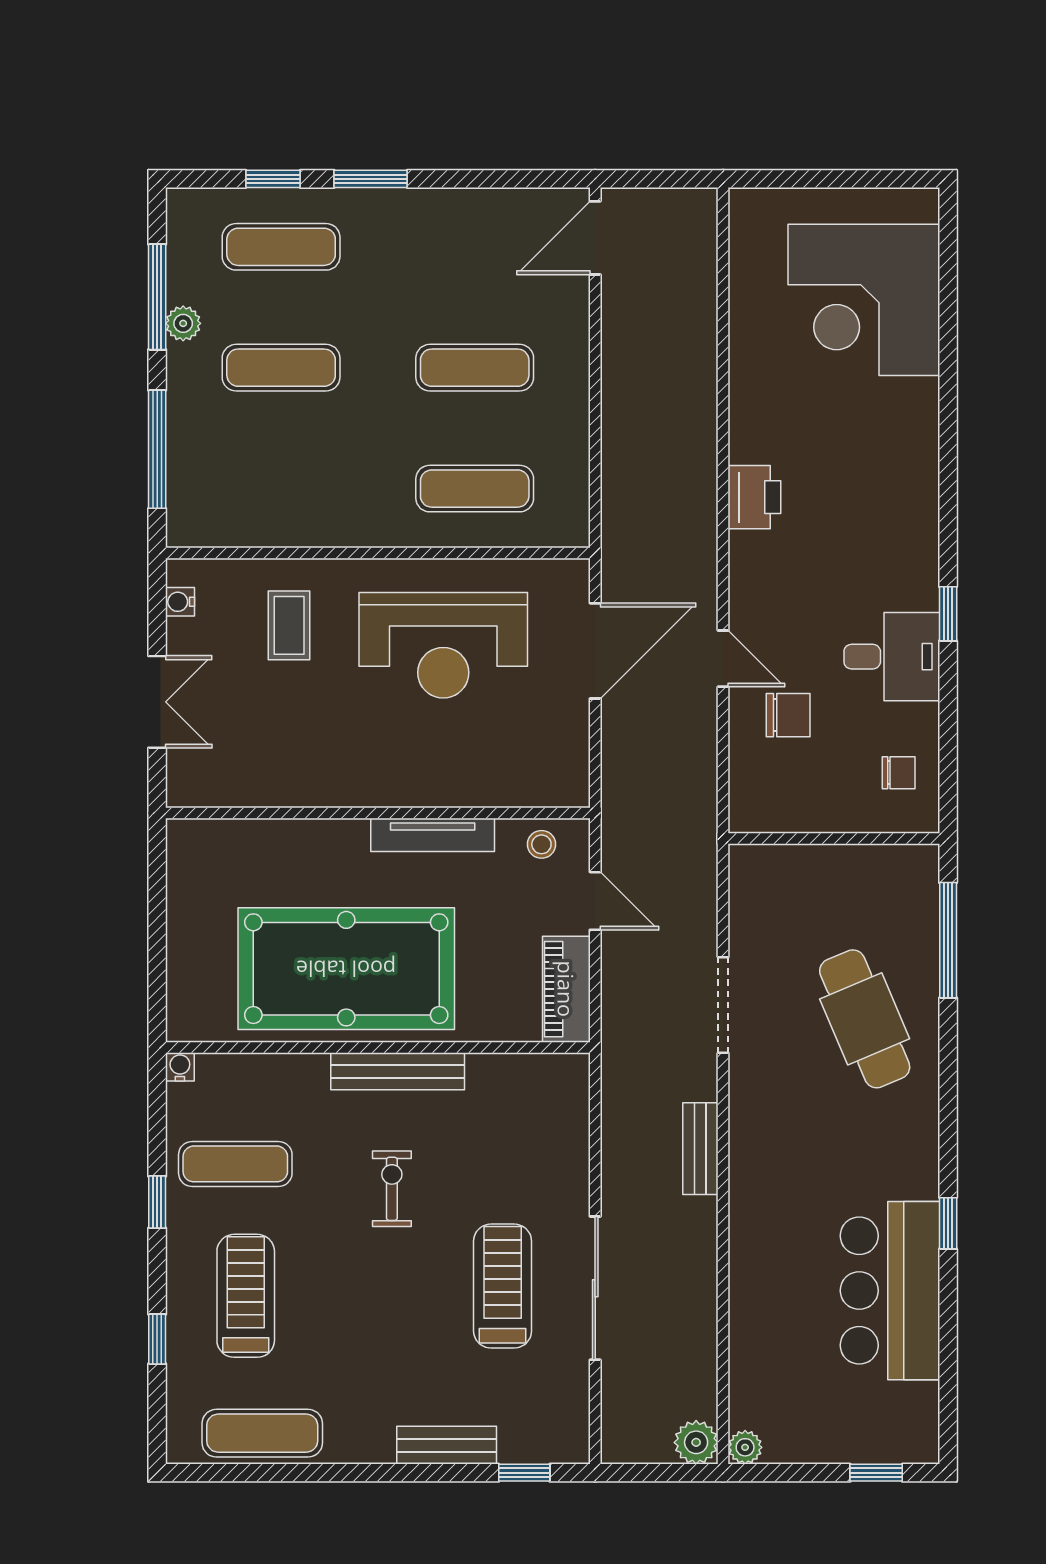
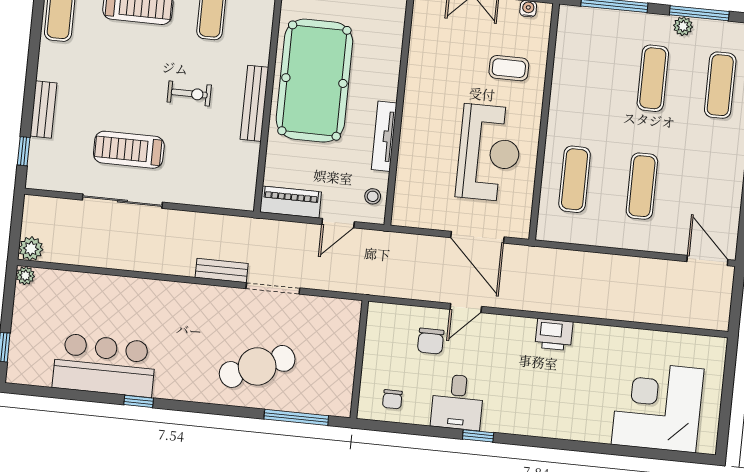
reception desk: (443, 645) -> (489, 153), turned 180
bench: (700, 1149) -> (222, 270), moved
treadmill: (503, 1286) -> (129, 150), turned 180

